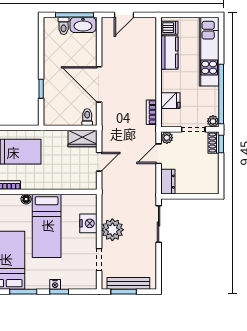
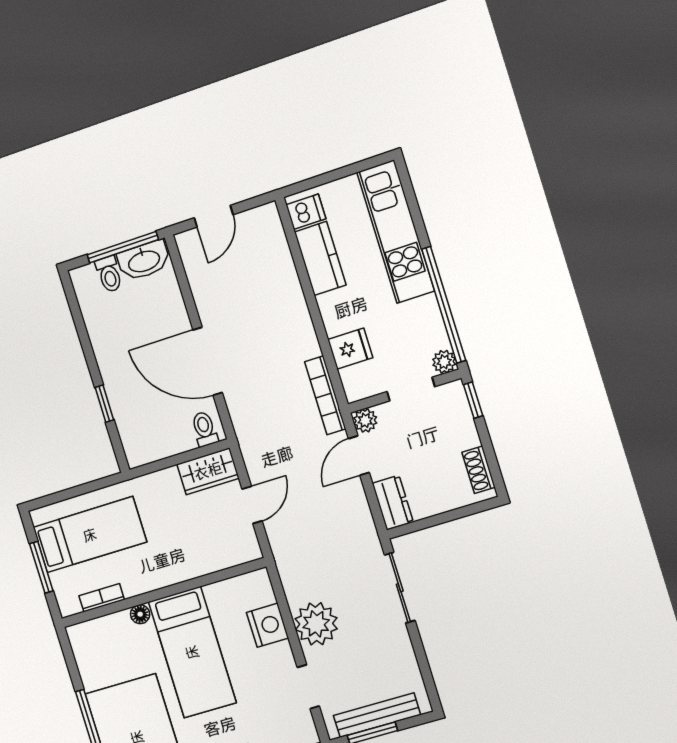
bookcase: (151, 112) -> (325, 395), width x1.56
shoe rack: (214, 143) -> (479, 470), moved

